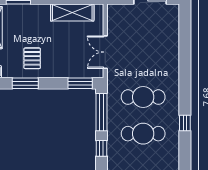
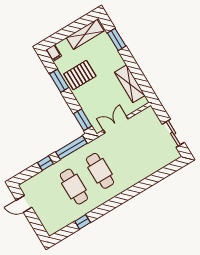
pallet: (32, 58) -> (80, 75), width x1.50, depth x1.42
window: (185, 123) -> (83, 222), moved

